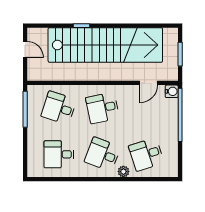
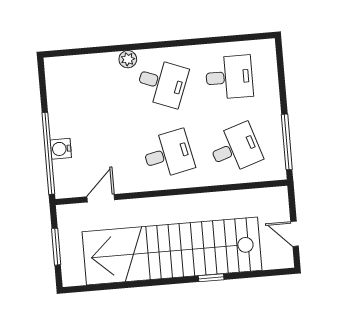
water cooler: (172, 91) -> (61, 149), moved
desk: (59, 108) -> (235, 149), turned -36
desk: (146, 154) -> (95, 89), removed

